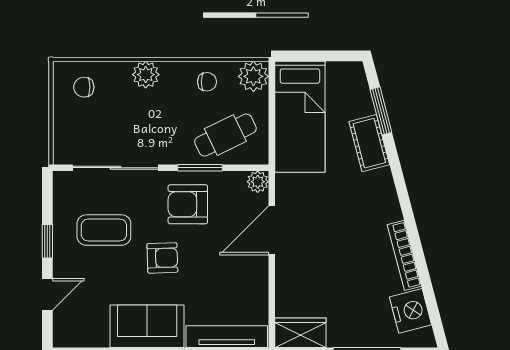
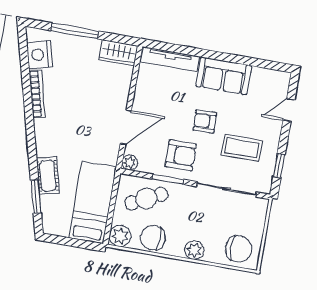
chair: (207, 82) -> (153, 238), width x1.87, depth x1.87
chair: (84, 87) -> (239, 249), width x1.87, depth x1.87
window: (47, 241) -> (279, 166), moved

